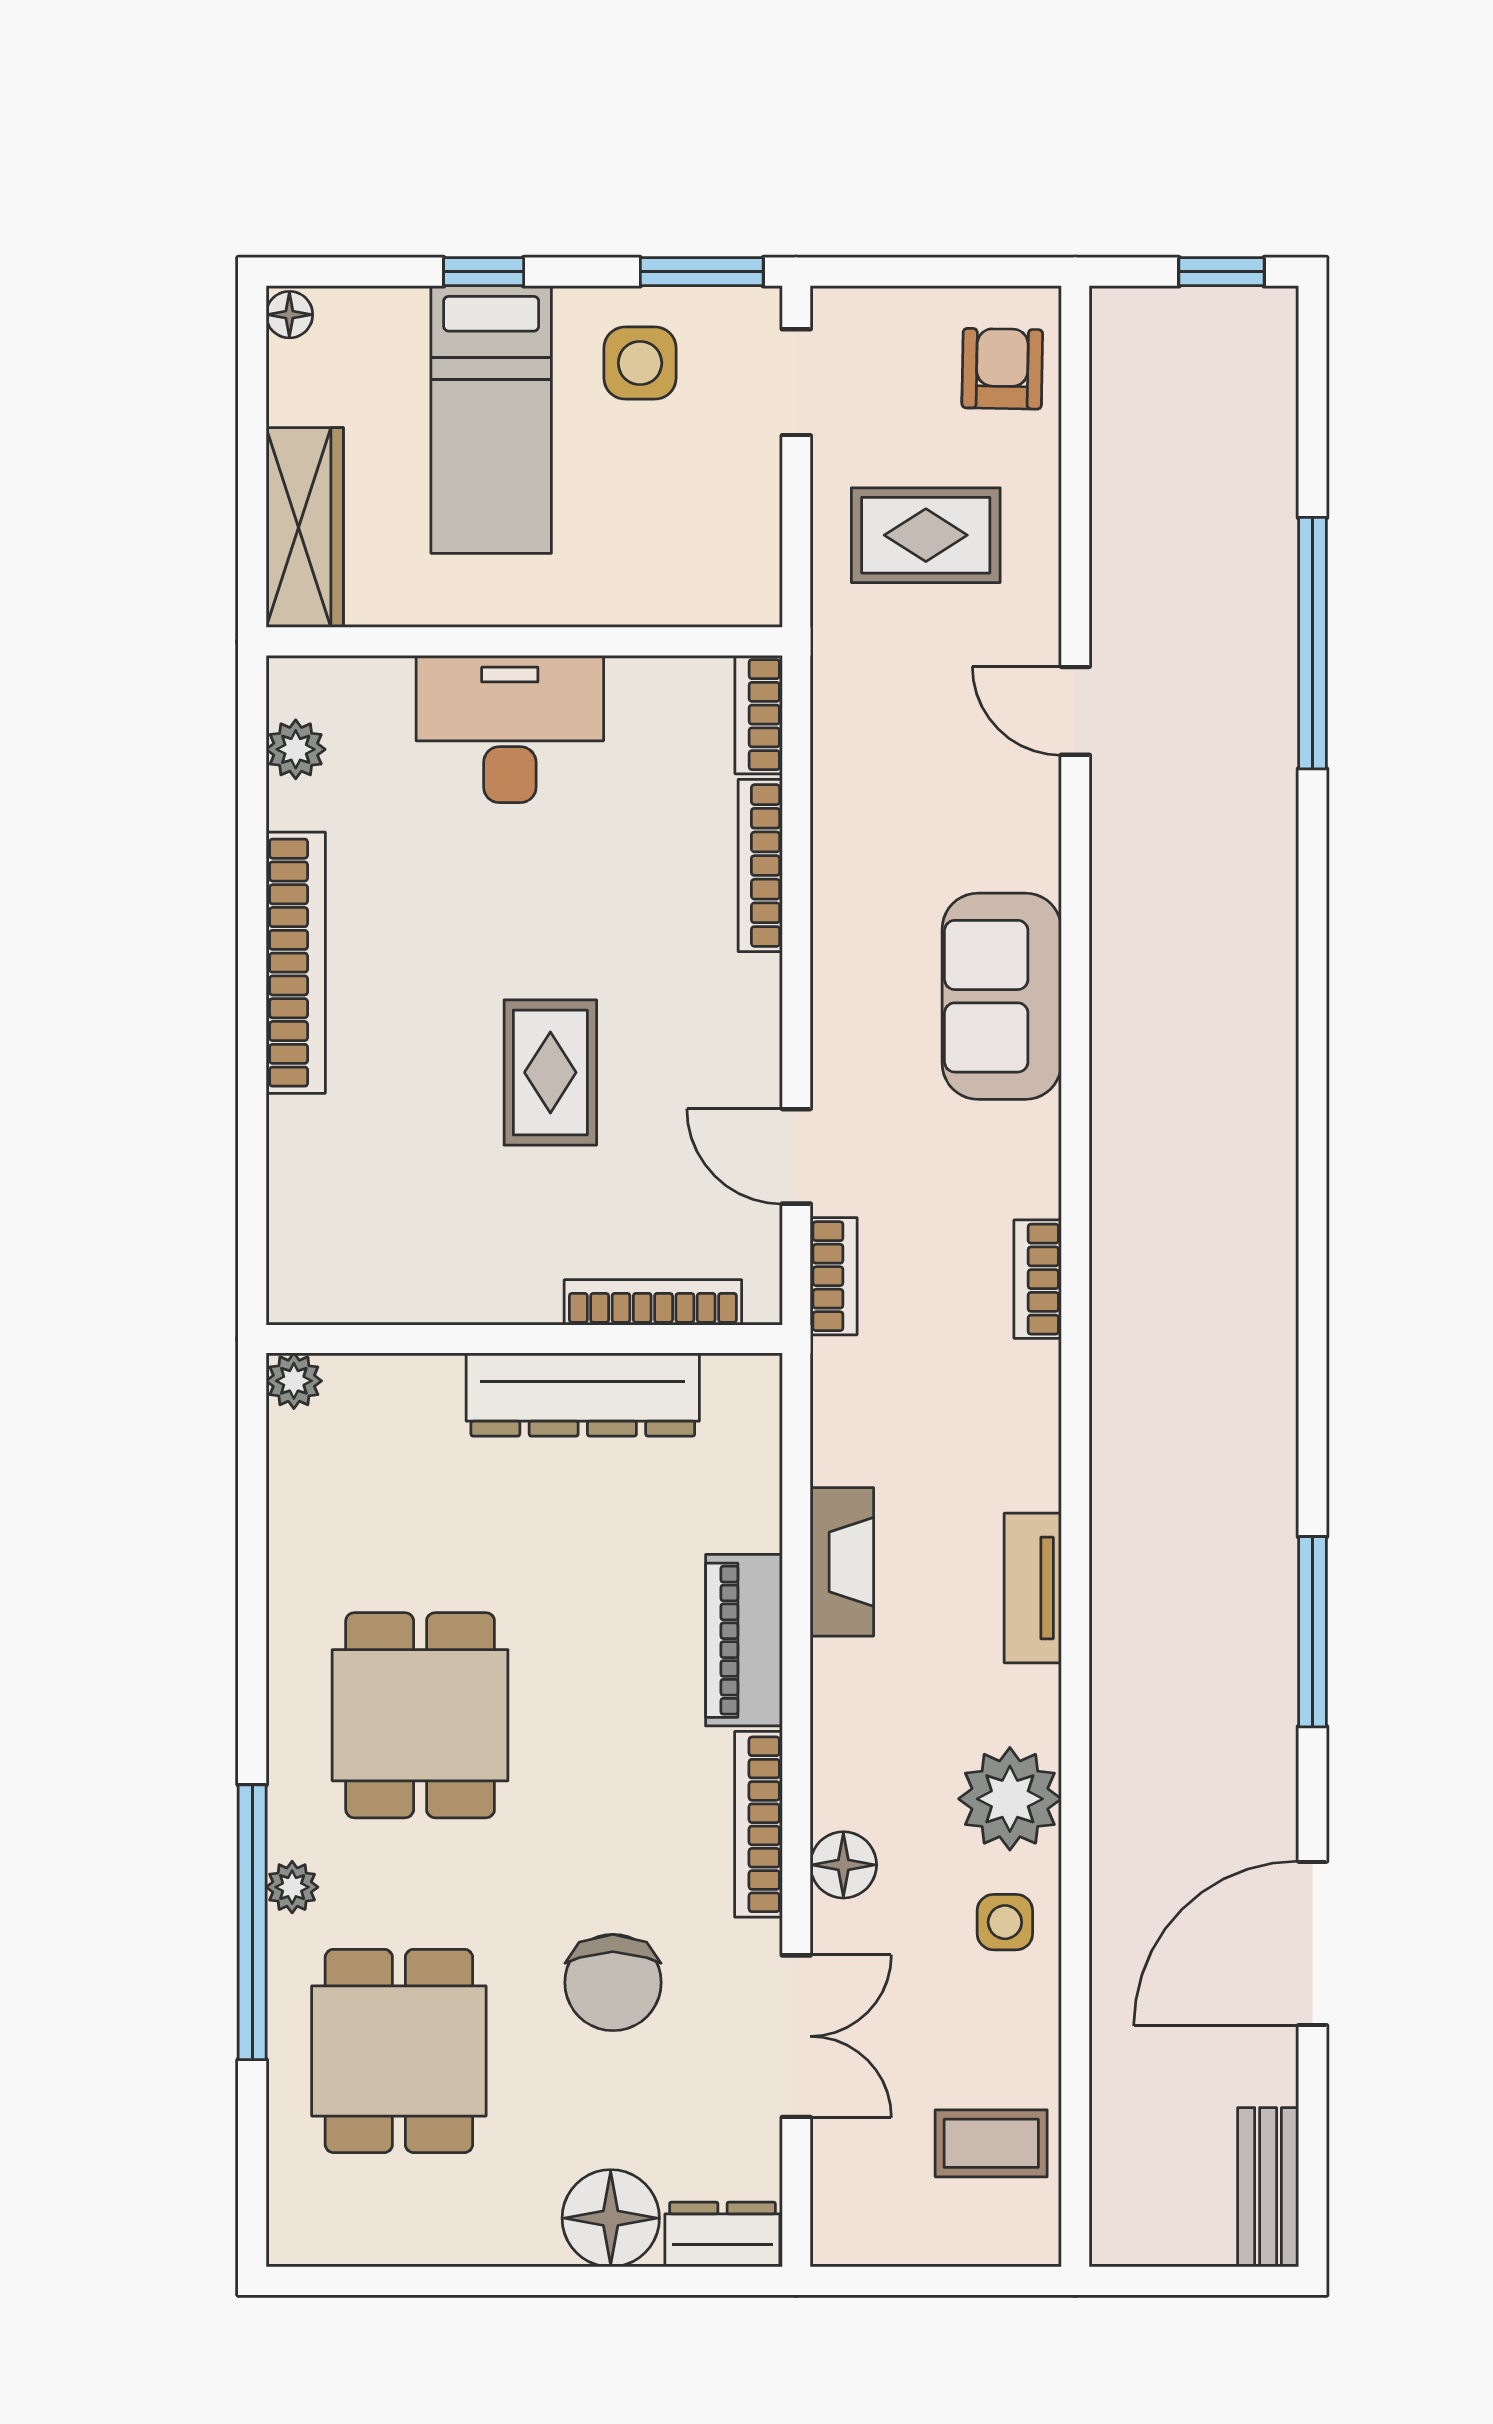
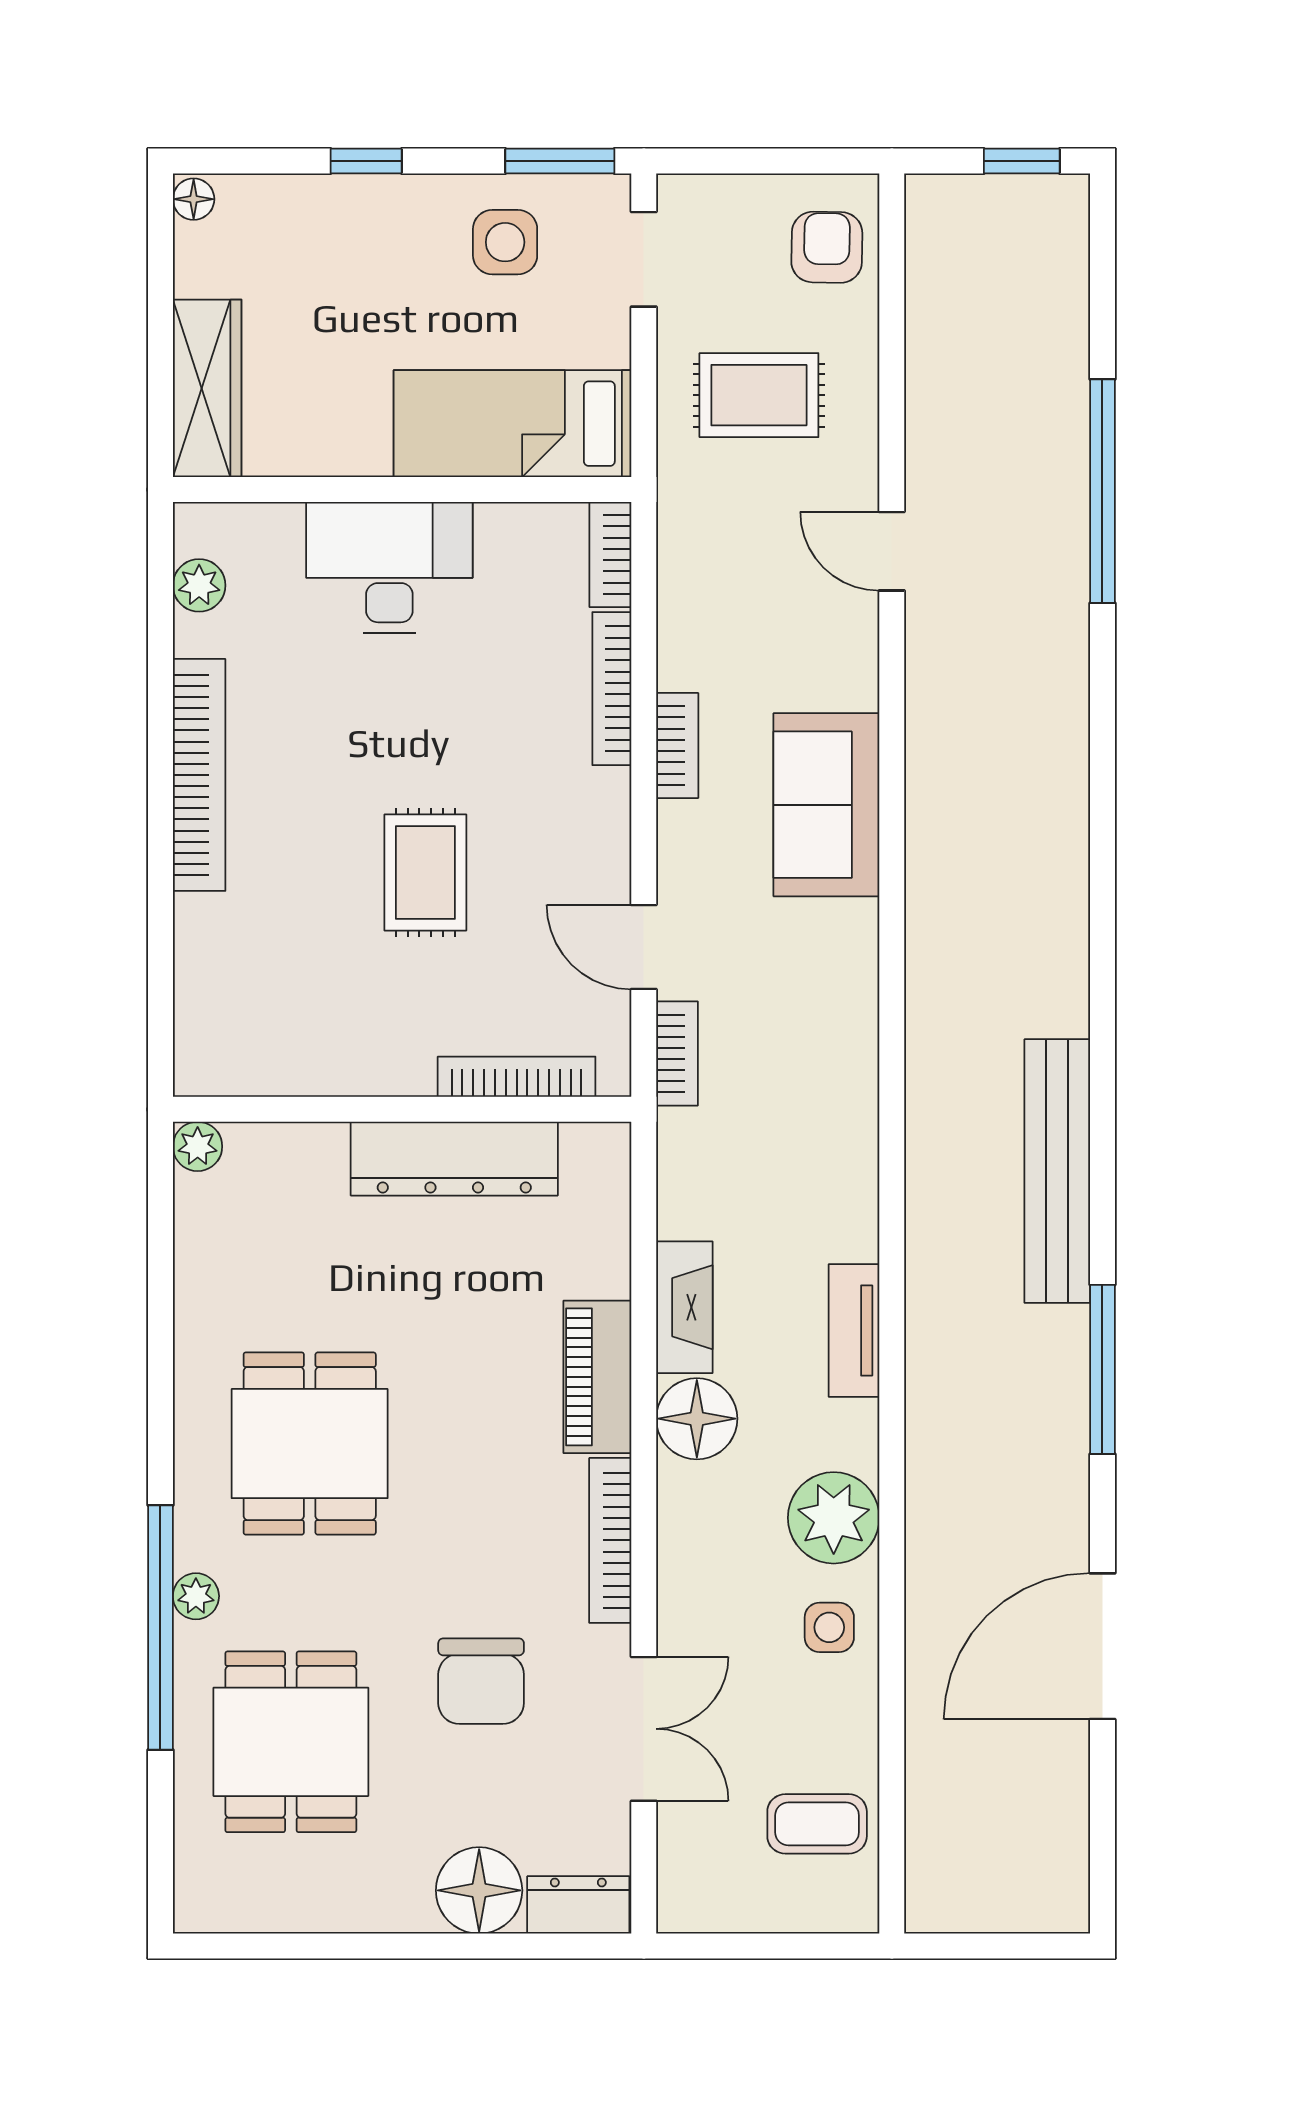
bed: (491, 419) -> (513, 424), moved, turned 90
bookcase: (1038, 1279) -> (677, 745), moved, turned 180
floor lamp: (843, 1865) -> (697, 1419), moved, width x1.38, depth x1.38
bench: (1268, 2187) -> (1057, 1171), moved, width x1.86, depth x1.21

